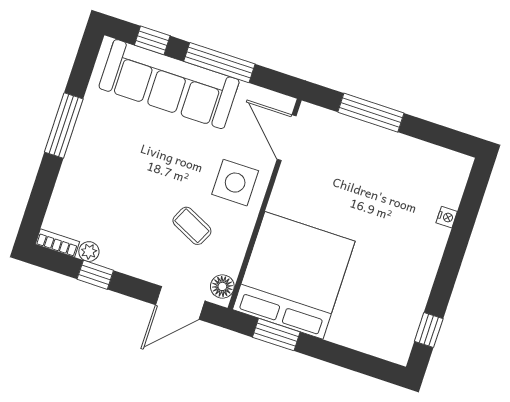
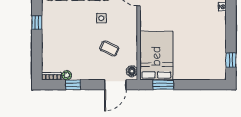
window: (64, 126) -> (37, 22), width x0.46
side table: (235, 183) -> (101, 18), moved, width x0.54, depth x0.54
bed: (294, 275) -> (156, 56), width x0.73

